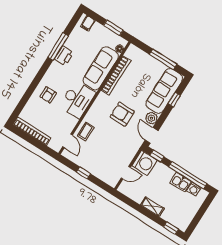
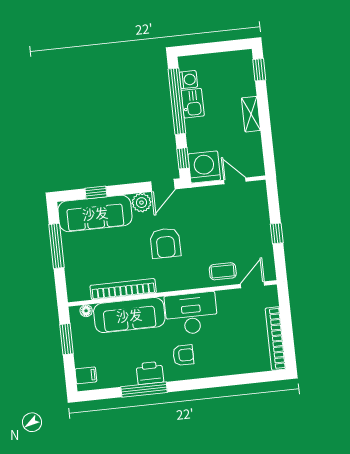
armchair: (48, 95) -> (183, 355), moved

